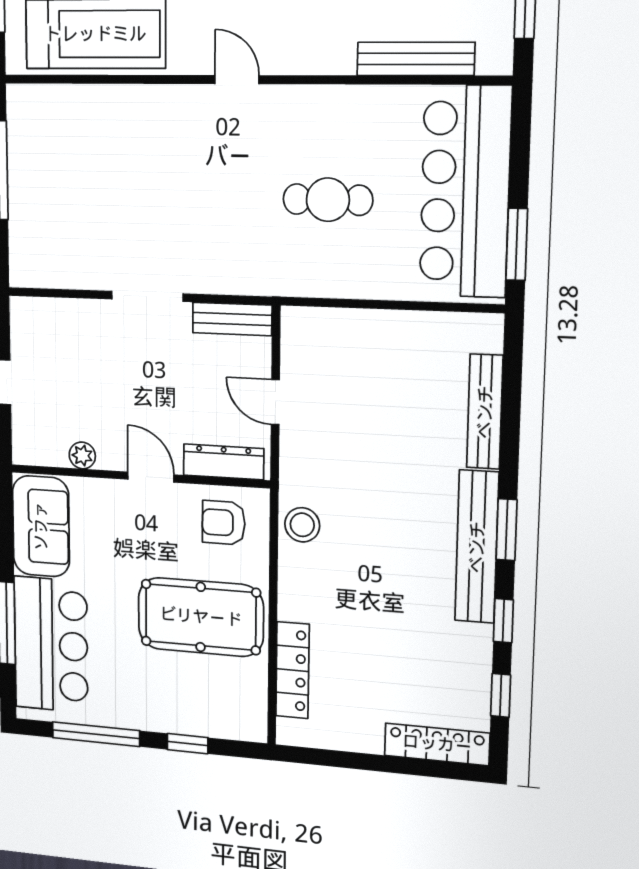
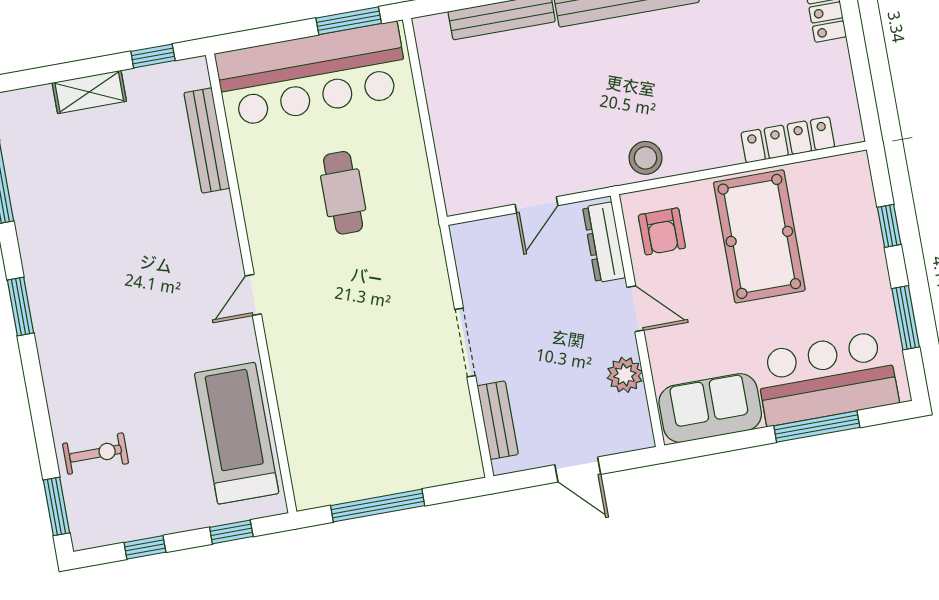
bench: (232, 319) -> (498, 420), moved
plant: (82, 455) -> (625, 375), width x1.38, depth x1.38
door: (151, 477) -> (635, 309), swing flipped
window: (96, 734) -> (906, 318), width x0.69

